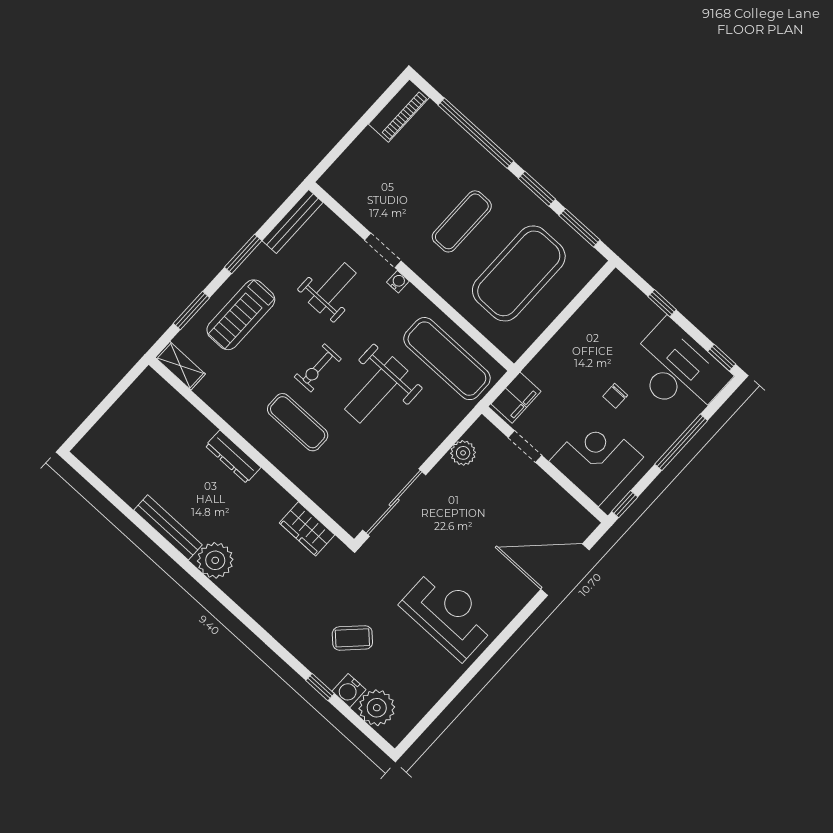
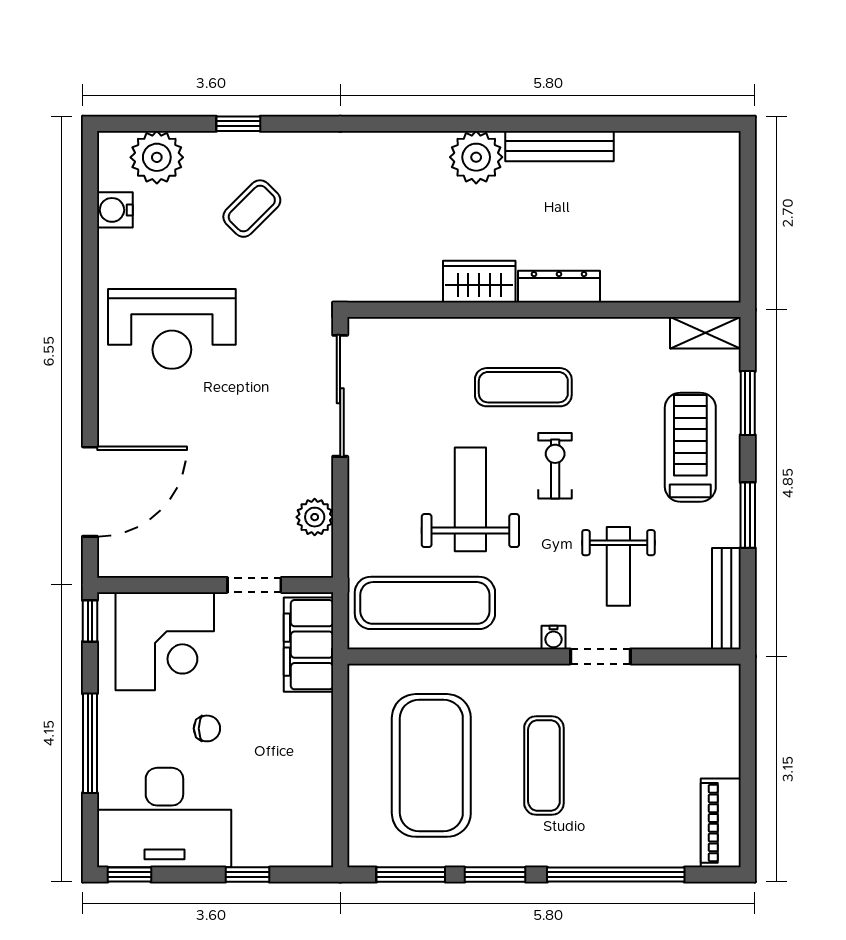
chair: (615, 396) -> (207, 728), turned 90
filing cabinet: (516, 398) -> (308, 645), width x1.50, depth x1.17
wardrobe: (307, 529) -> (479, 282), moved
water cooler: (349, 690) -> (115, 210), moved, turned -90

